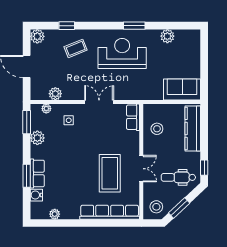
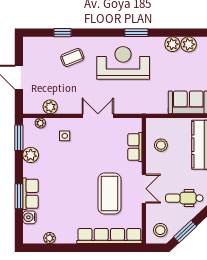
plant: (37, 36) -> (189, 44), moved
row of seats: (133, 117) -> (135, 147), moved

